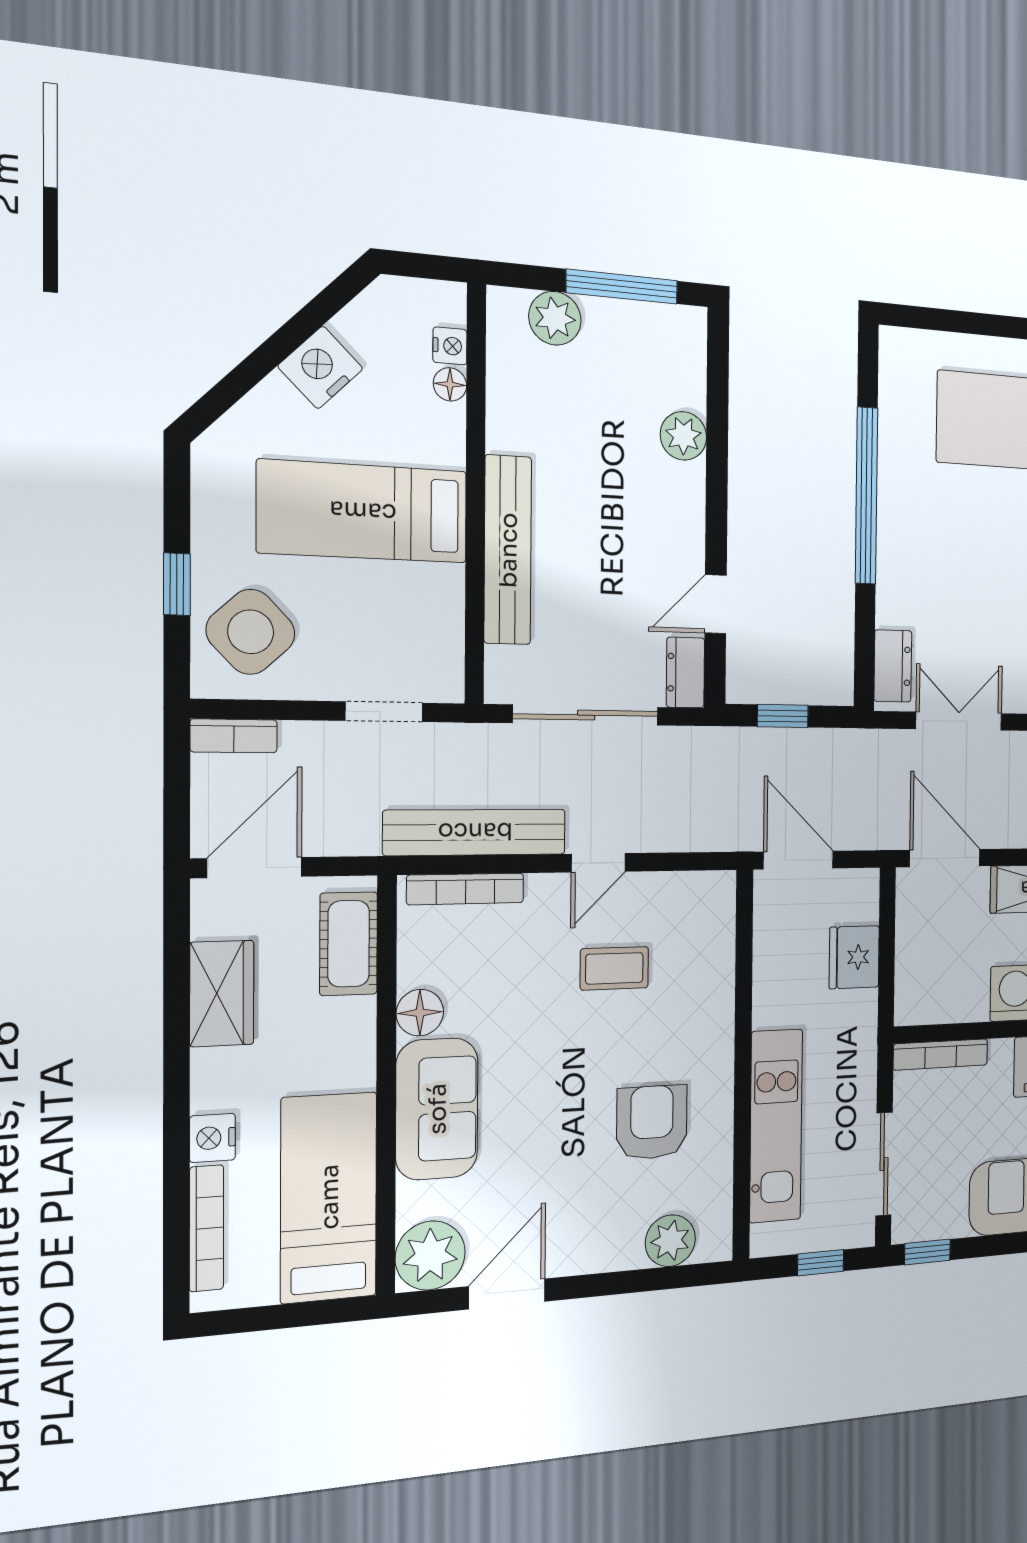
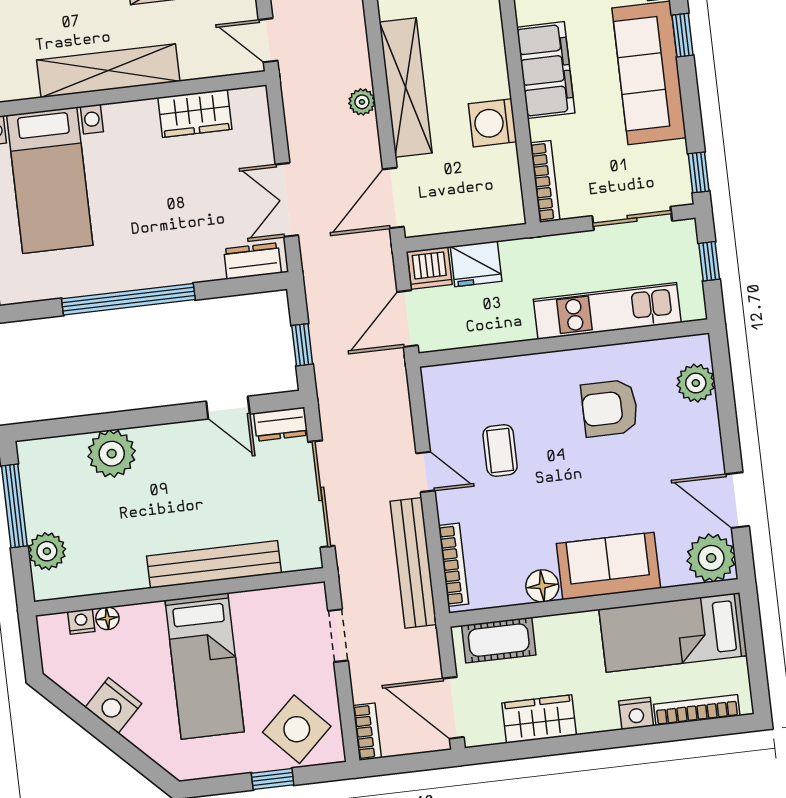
plant: (683, 436) -> (112, 454), width x1.36, depth x1.36
dishwasher: (856, 896) -> (430, 268), added

